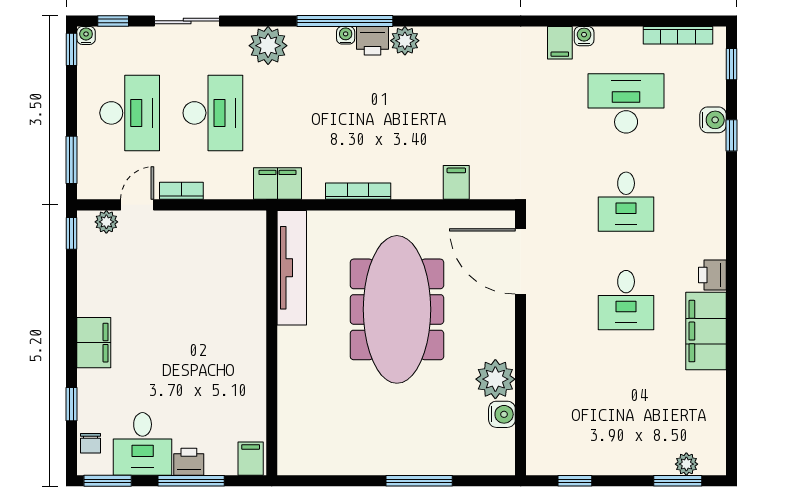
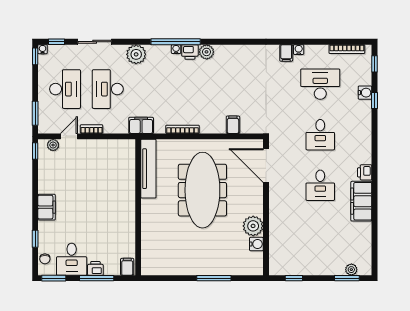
desk: (213, 113) -> (108, 89), turned 180

